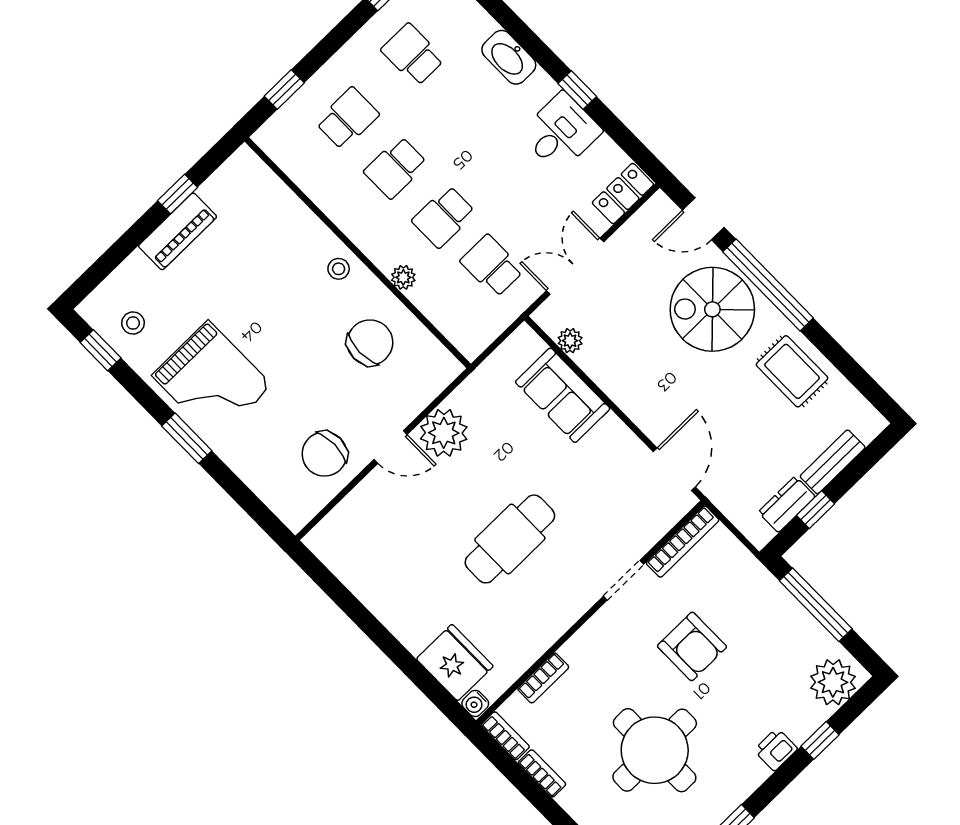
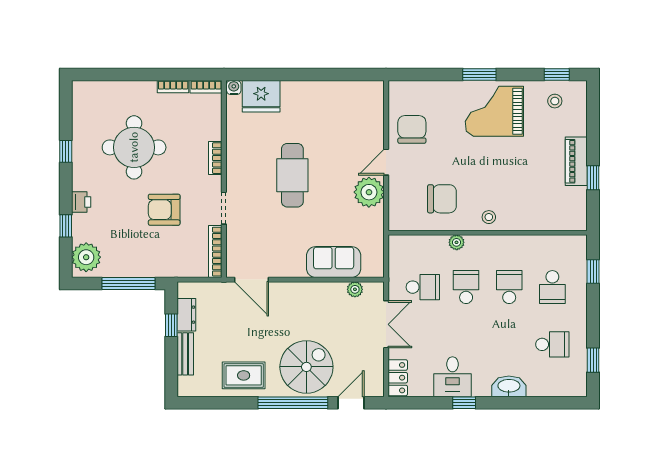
chair: (370, 342) -> (442, 199), turned -90
bookcase: (543, 678) -> (215, 158), moved

